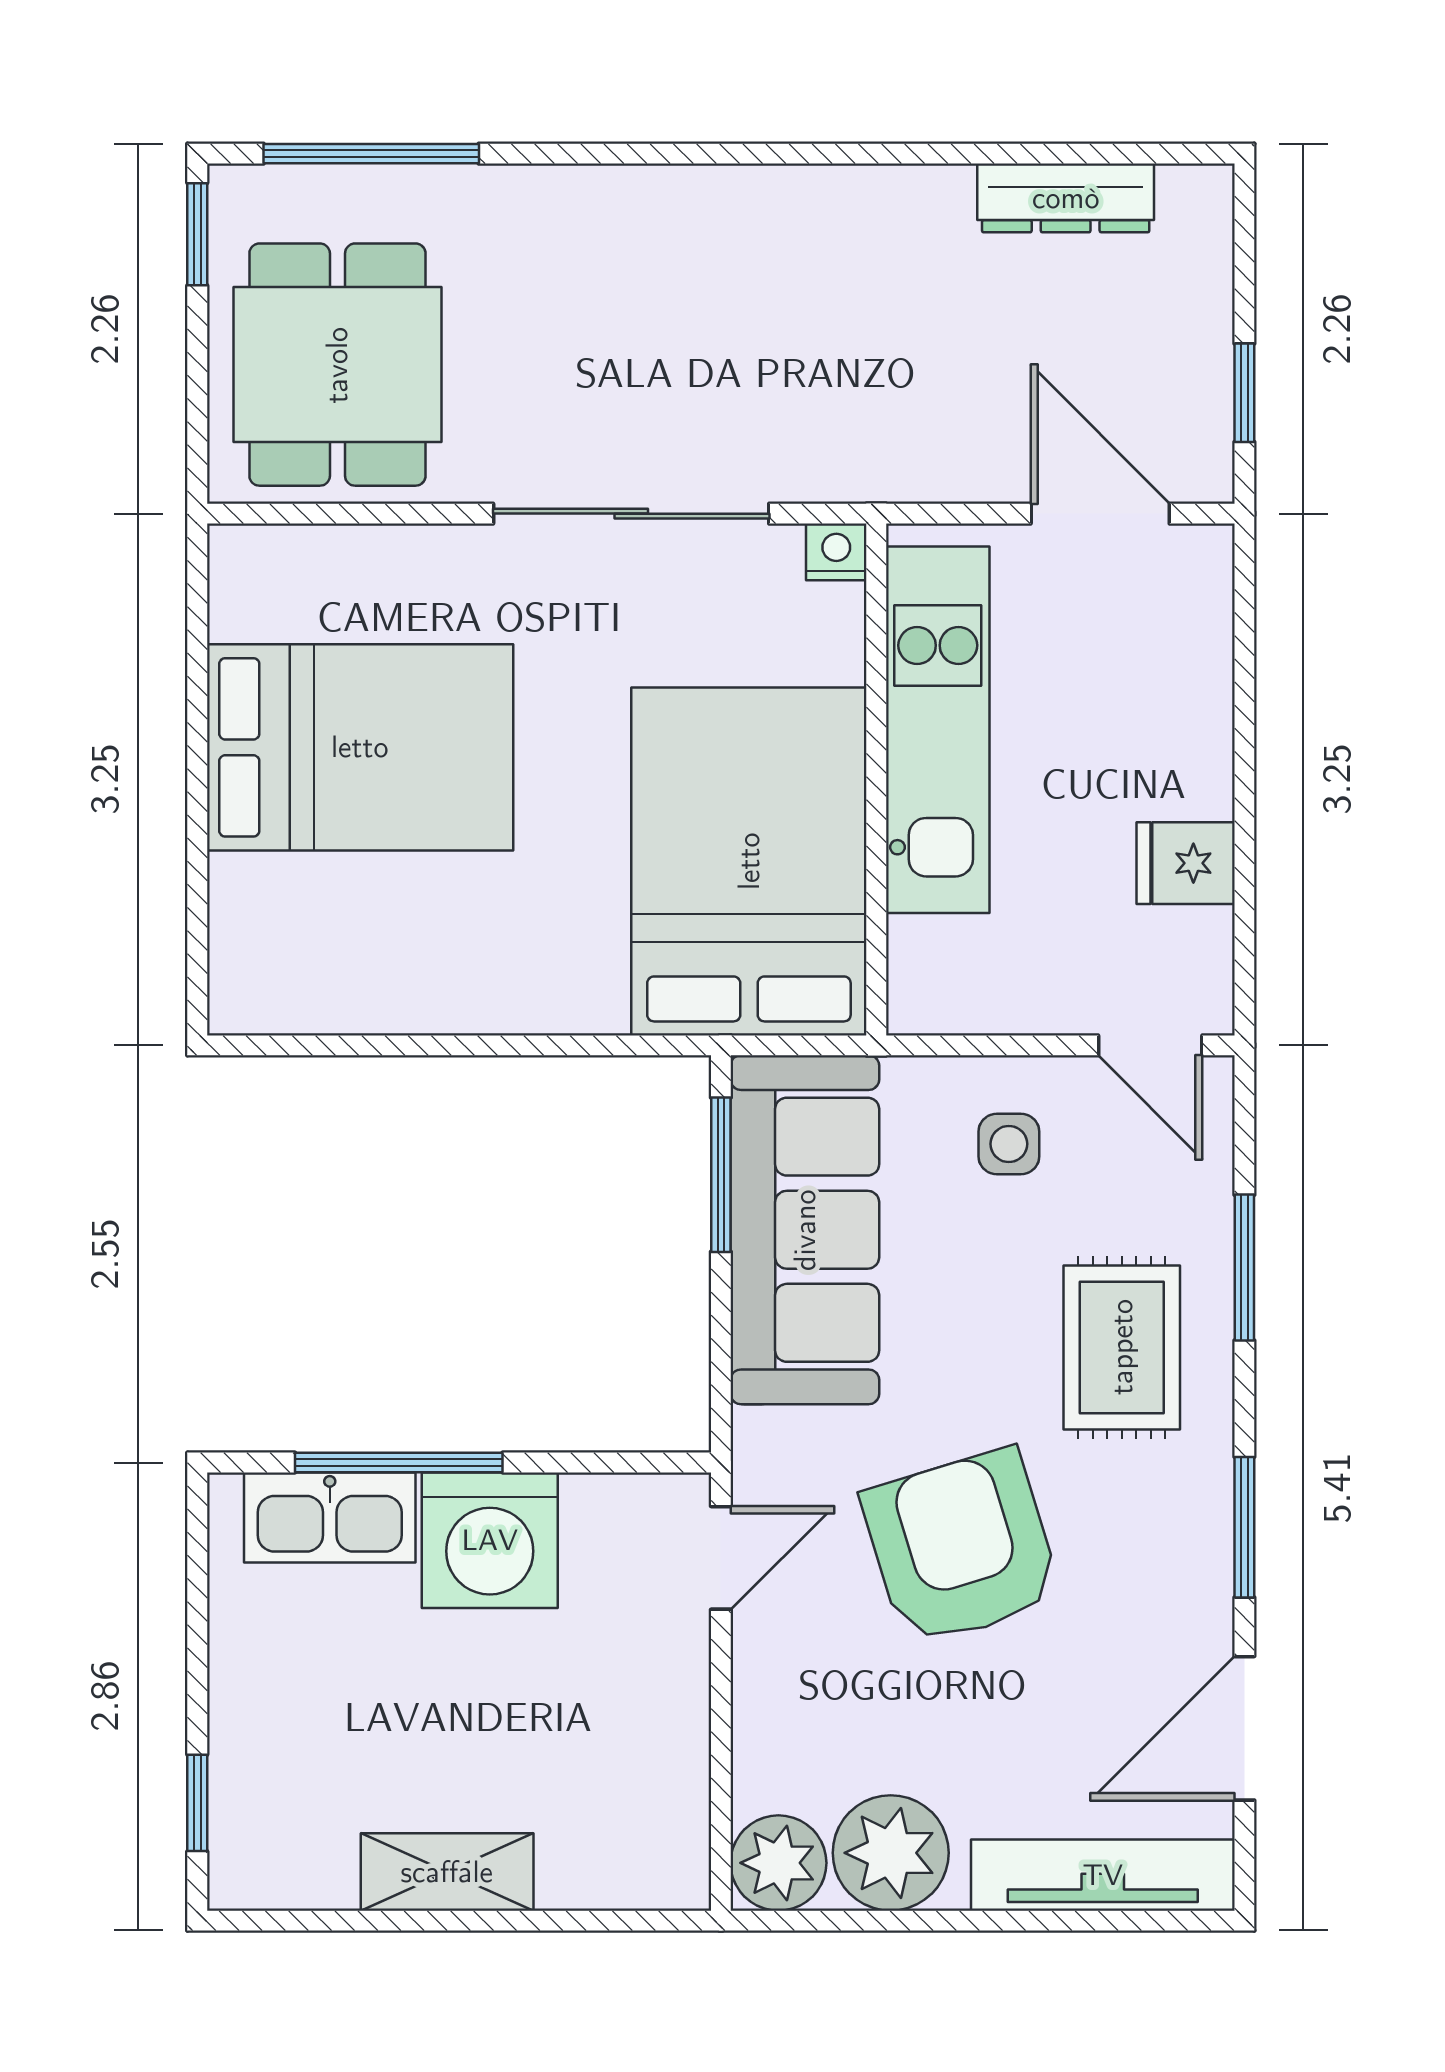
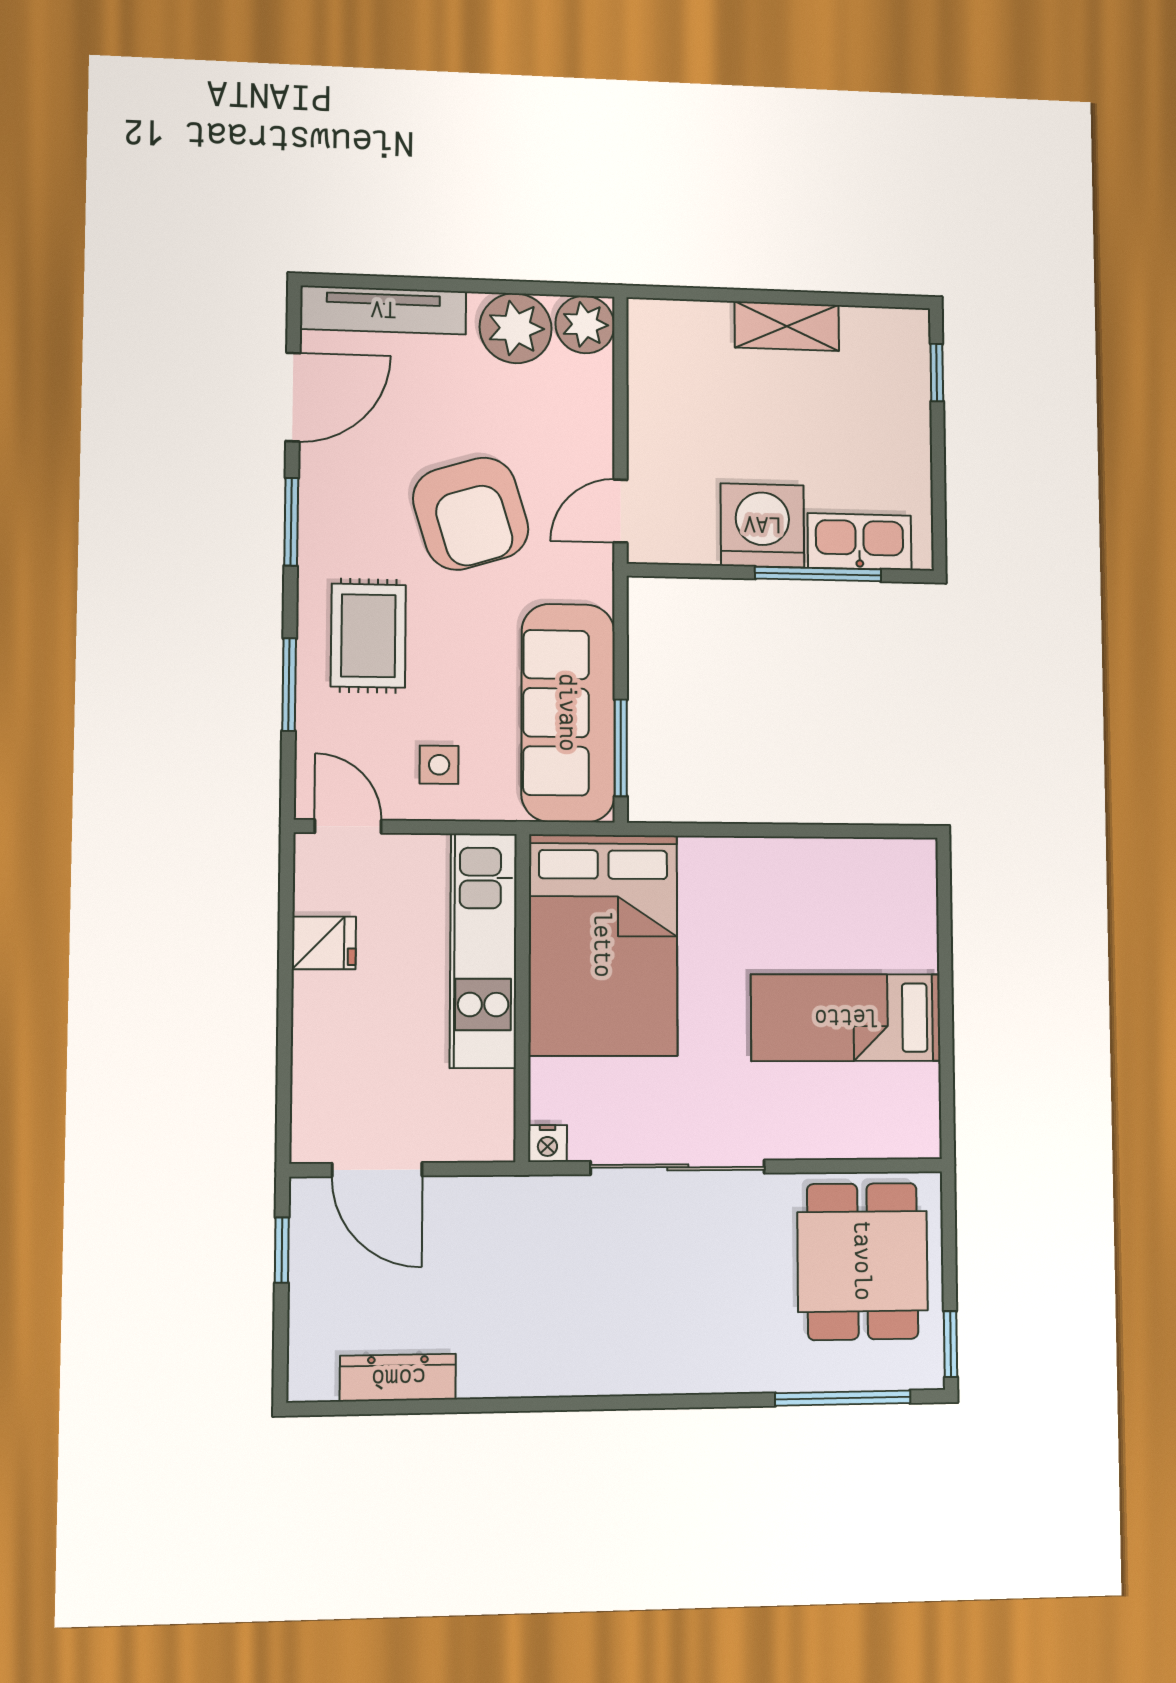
kitchen unit: (938, 730) -> (483, 950), moved
bed: (360, 747) -> (846, 1018), width x0.67

